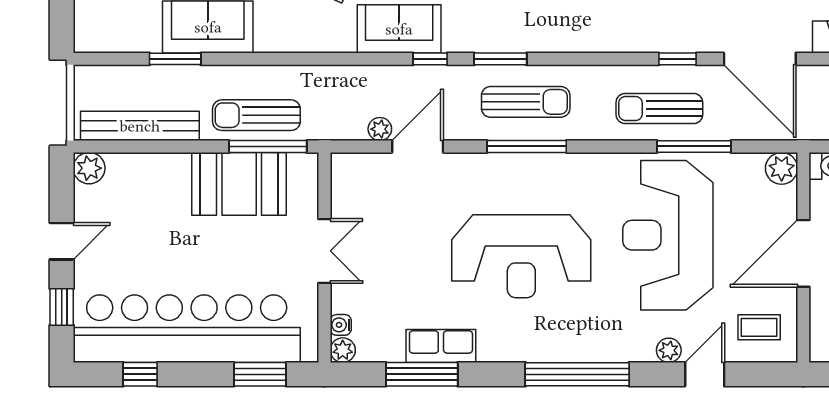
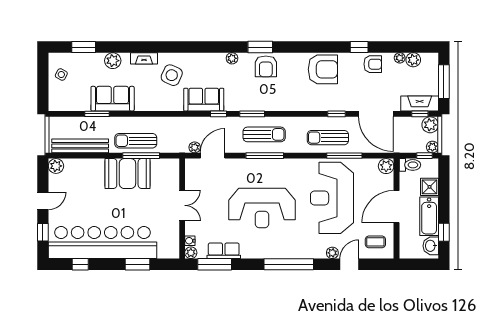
double door: (324, 251) -> (182, 205), moved
wall: (324, 257) -> (182, 209), moved
water cooler: (341, 325) -> (190, 241), moved
plant: (343, 350) -> (191, 253), moved

